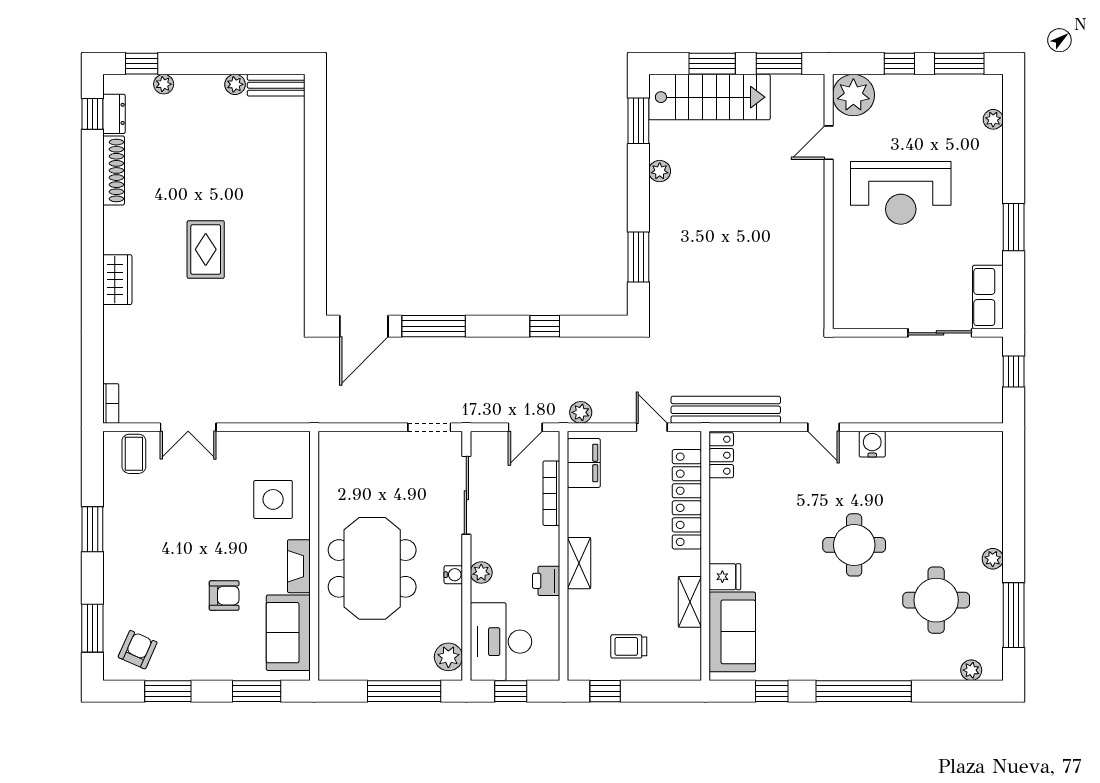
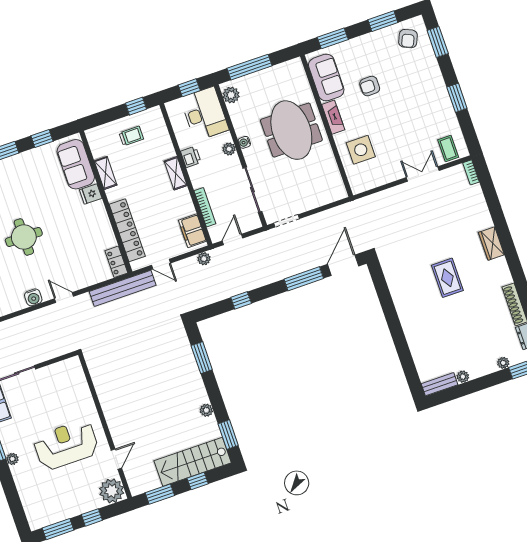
window: (712, 64) -> (198, 481), width x0.67
plant: (993, 119) -> (12, 459), moved

